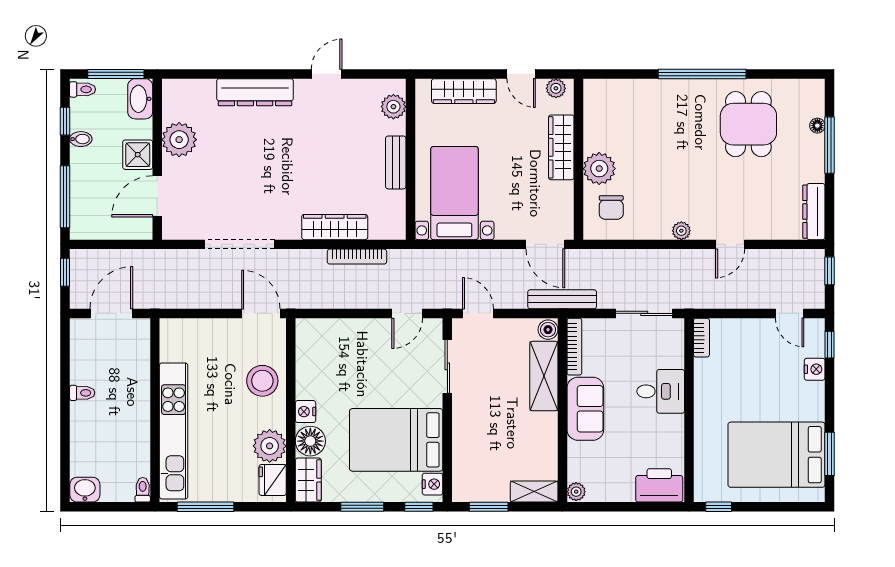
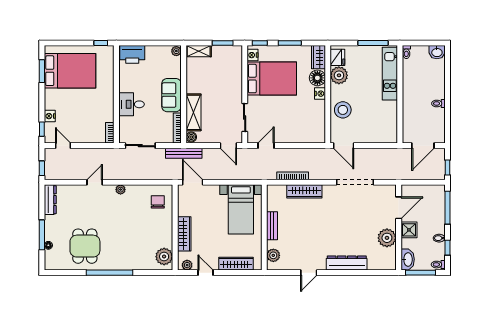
plant: (599, 169) -> (164, 257), moved
kitchen unit: (174, 431) -> (390, 74), width x0.73

